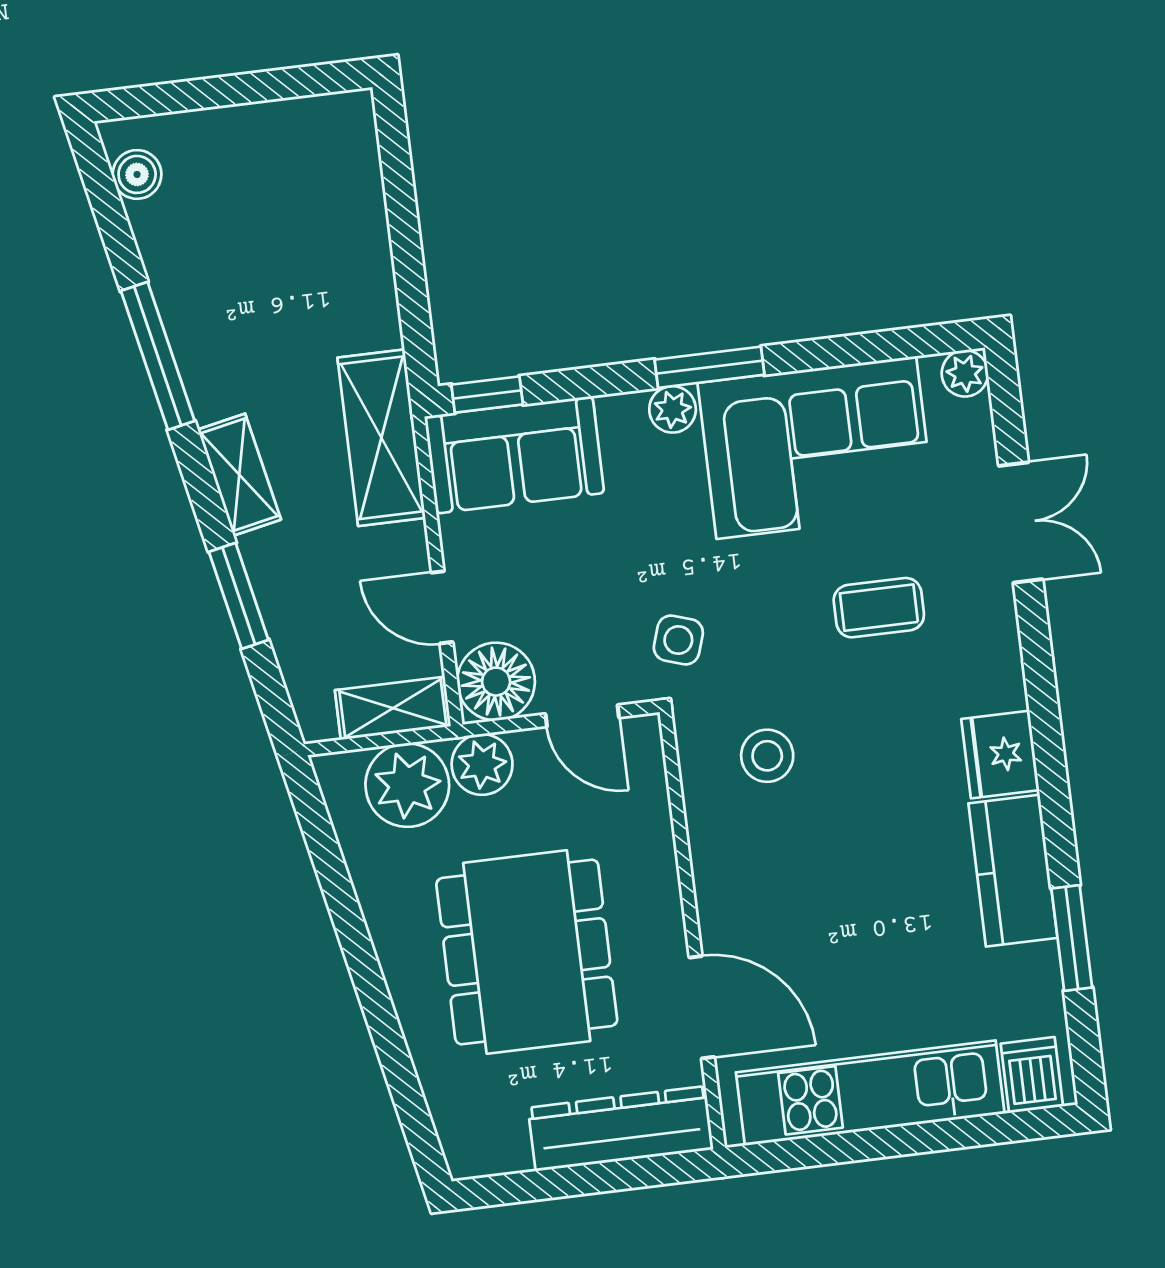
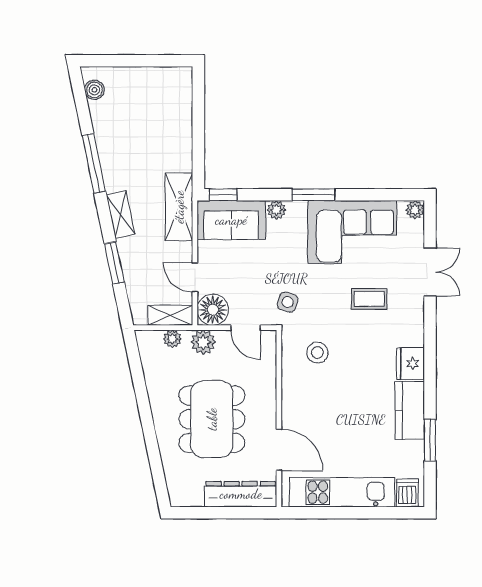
plant: (673, 409) -> (276, 210), moved
plant: (407, 785) -> (172, 339), width x0.53, depth x0.53

